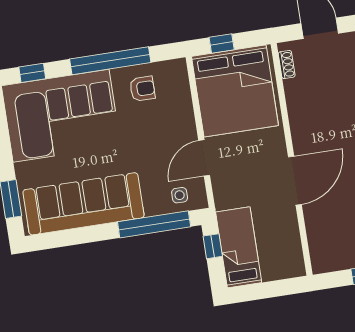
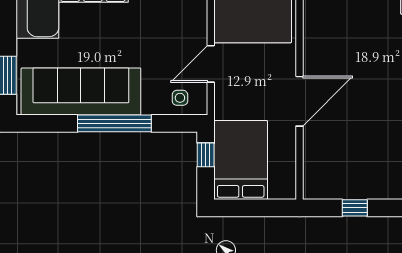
window: (154, 224) -> (114, 123), moved
bed: (239, 247) -> (241, 160), width x1.50

